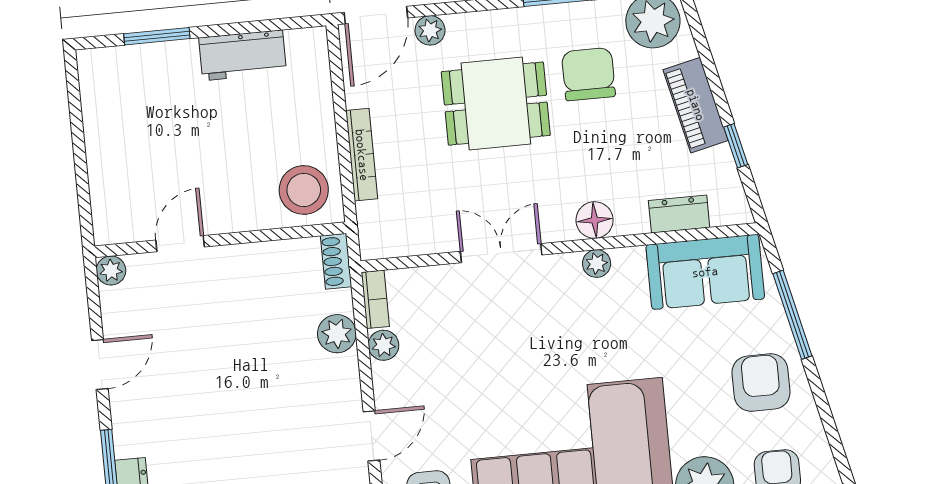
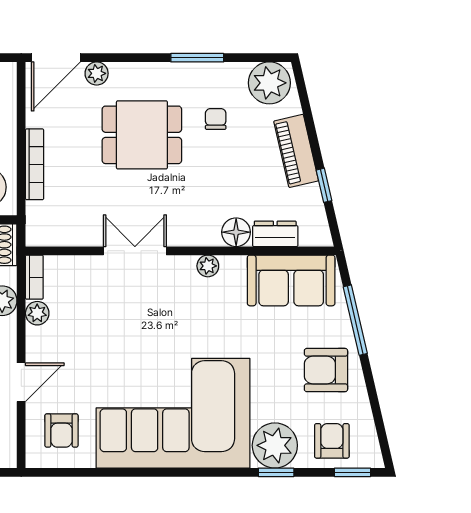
chair: (588, 74) -> (216, 119), width x0.54, depth x0.54
floor lamp: (595, 220) -> (236, 232), moved
armchair: (761, 383) -> (326, 370), turned -90

